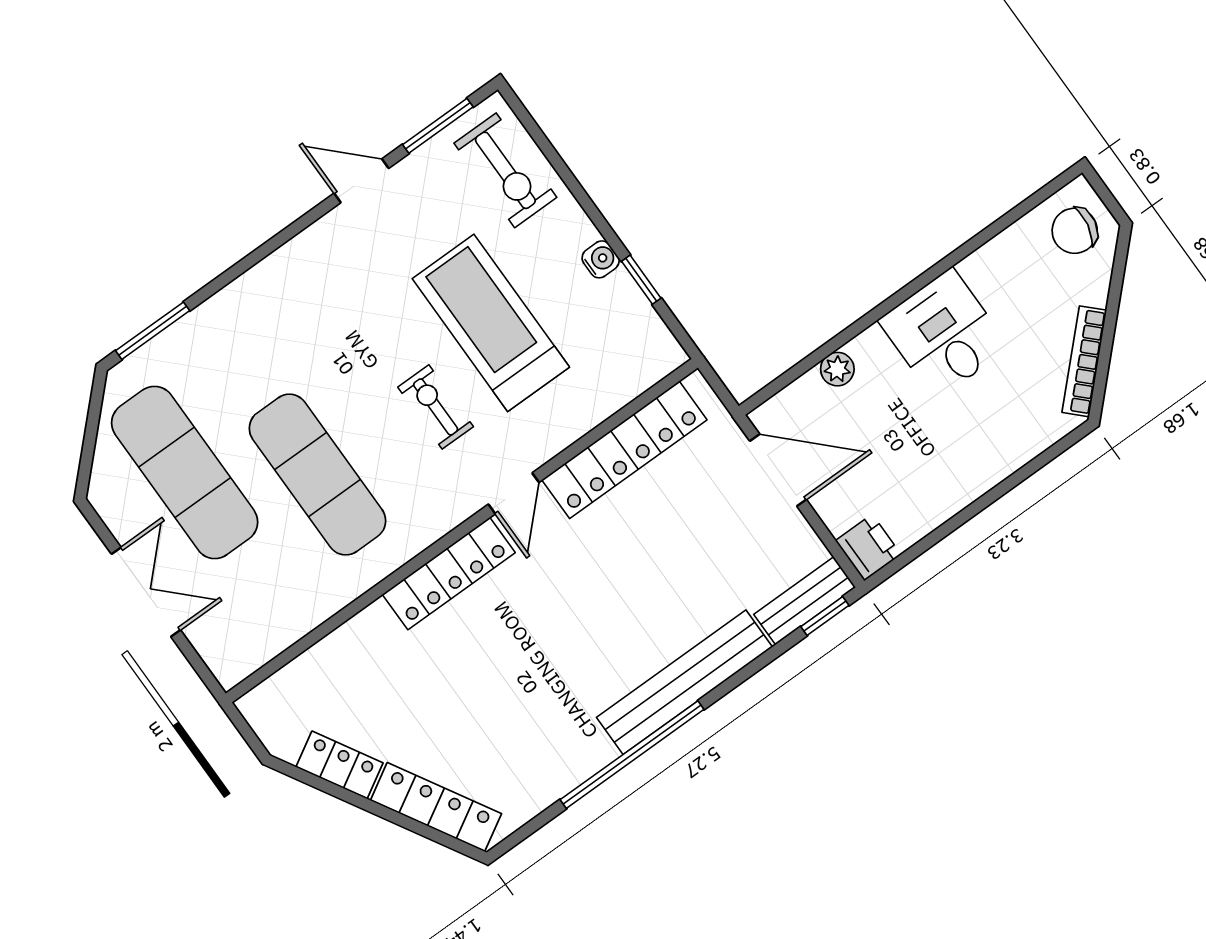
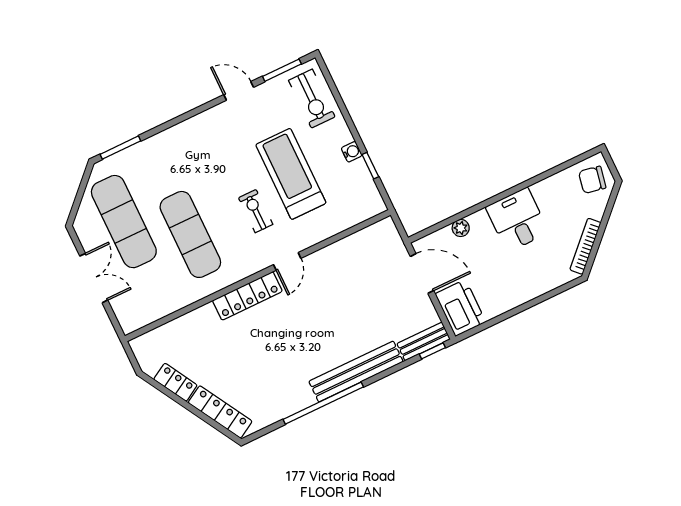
locker: (624, 450) -> (347, 250), removed
printer: (868, 548) -> (460, 308), width x1.87, depth x1.48

